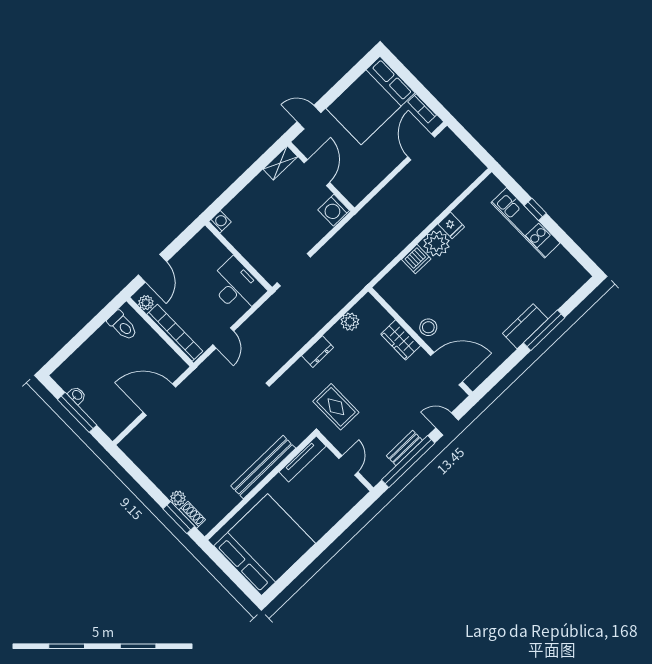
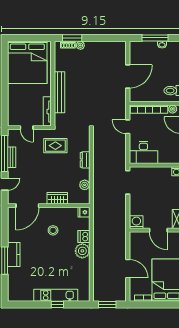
window: (474, 146) -> (107, 305), added
door: (421, 147) -> (128, 269), moved
fridge: (451, 225) -> (84, 212), moved
stool: (428, 327) -> (53, 230), moved

